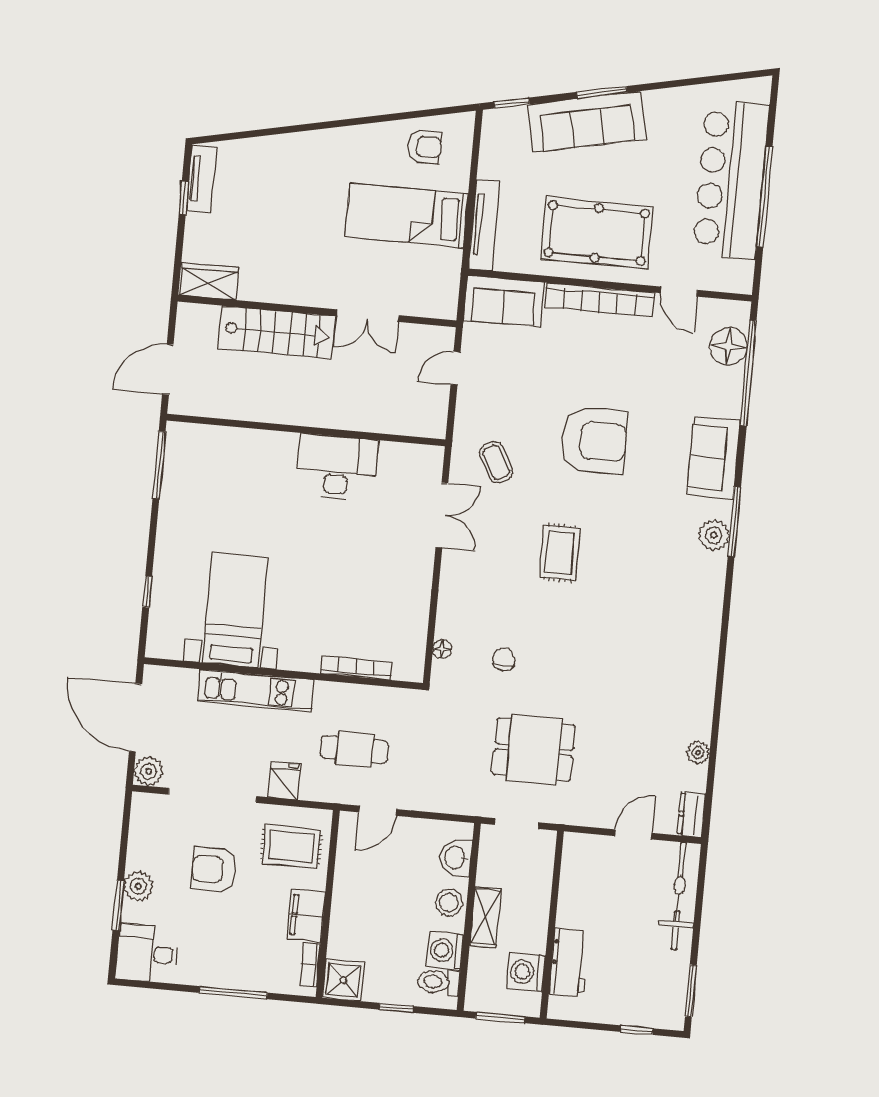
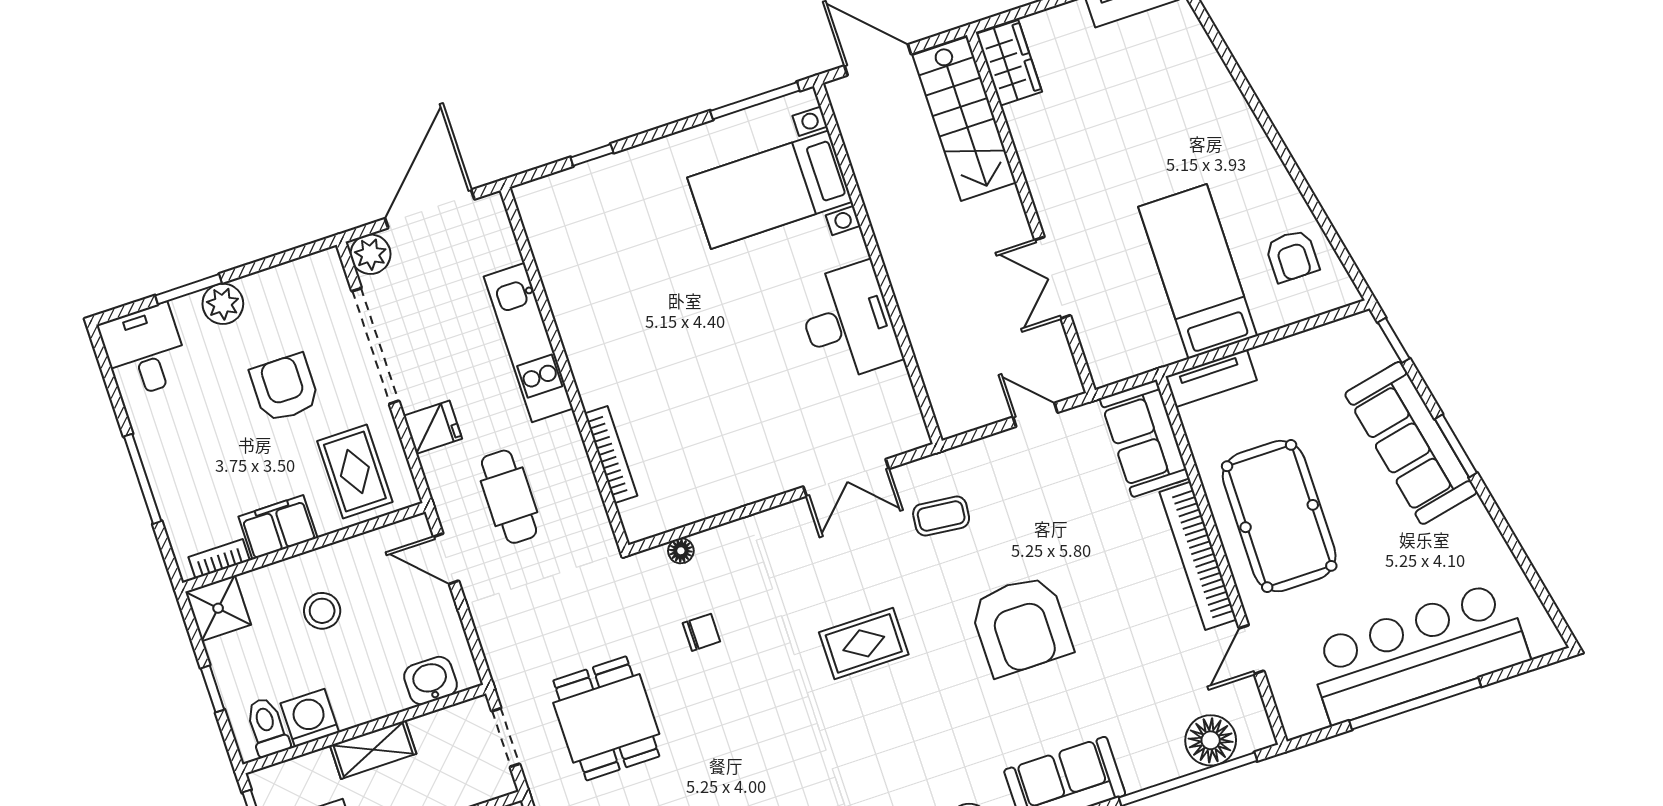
tv unit: (484, 225) -> (1211, 378), width x0.71
stairs: (277, 332) -> (964, 119), moved
coffee table: (496, 462) -> (941, 516), turned 35
bed with nightstands: (235, 610) -> (770, 190), moved, turned 180
stool: (449, 903) -> (322, 611), moved

